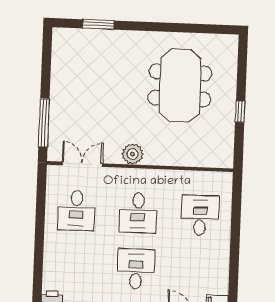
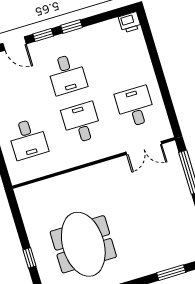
window: (240, 112) -> (30, 258), moved
plant: (133, 154) -> (104, 172), removed

